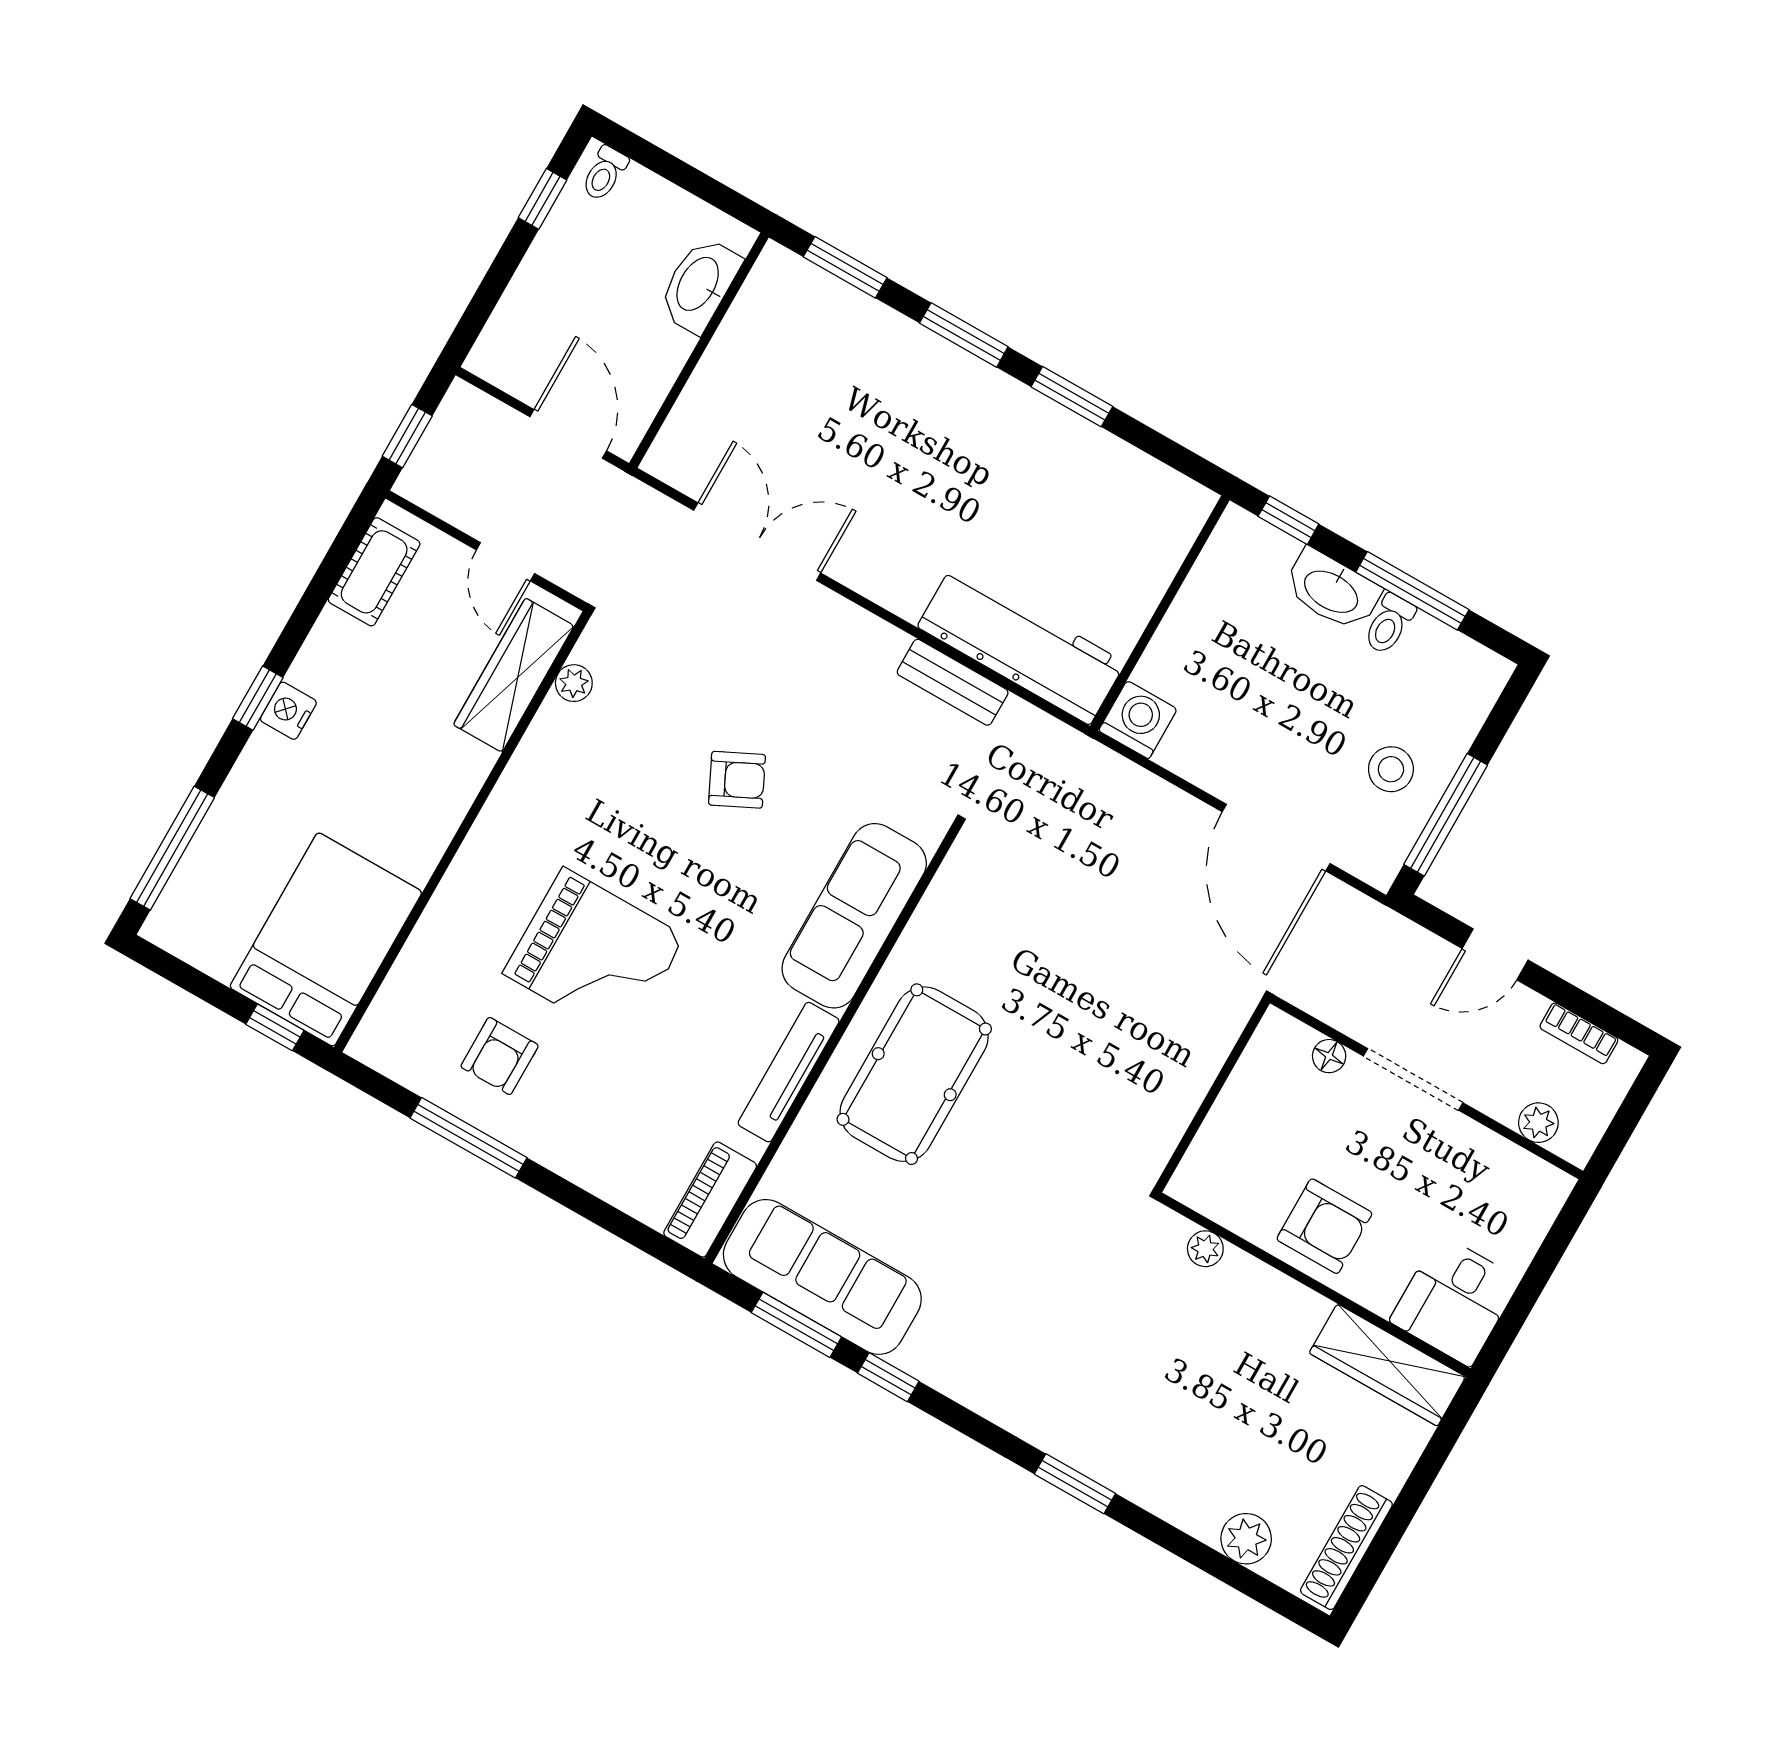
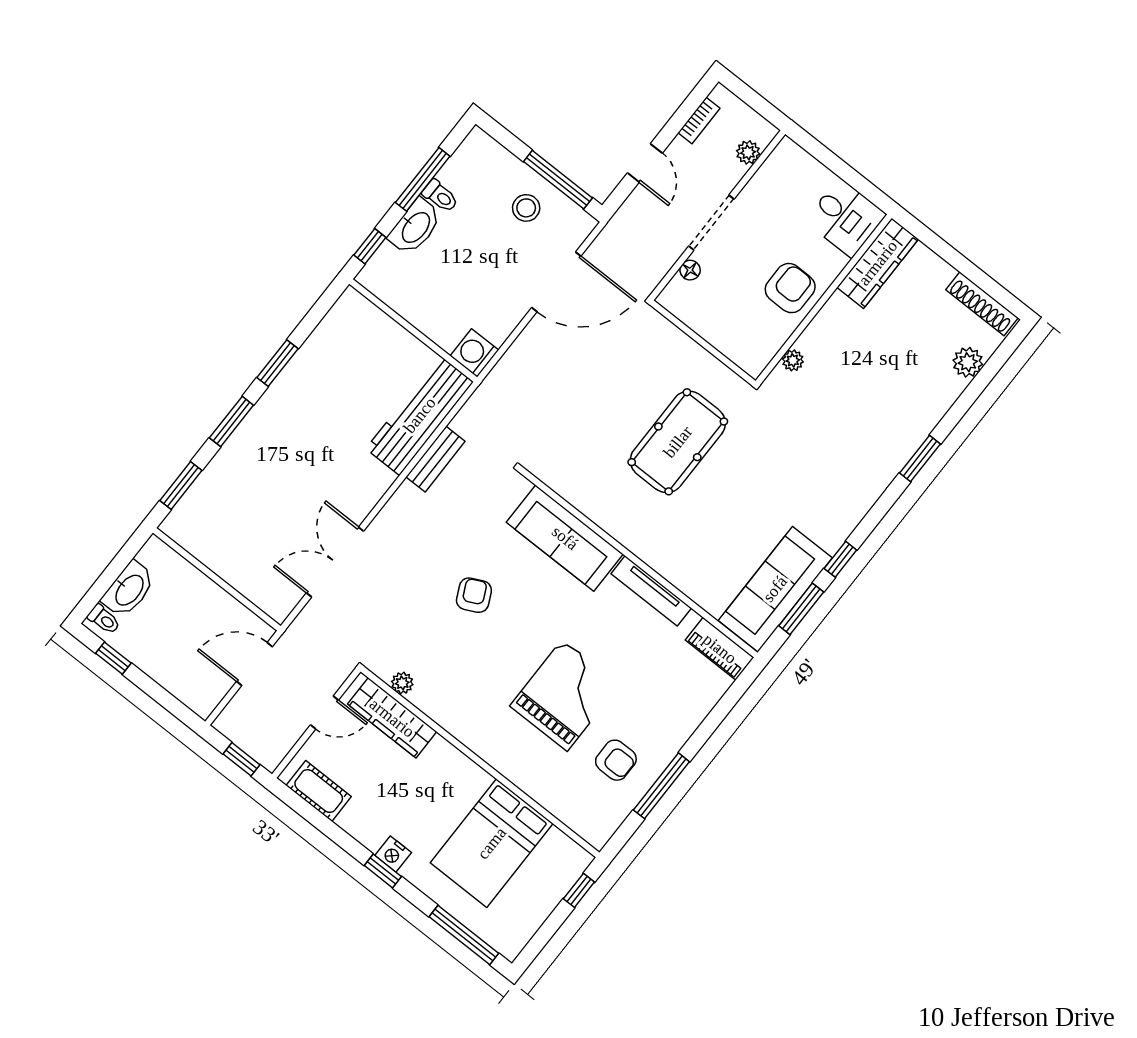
washbasin: (699, 285) -> (129, 590), moved, turned -90
bed: (326, 940) -> (492, 843), moved, turned -90
pool table: (914, 1074) -> (678, 442), moved, turned 90

